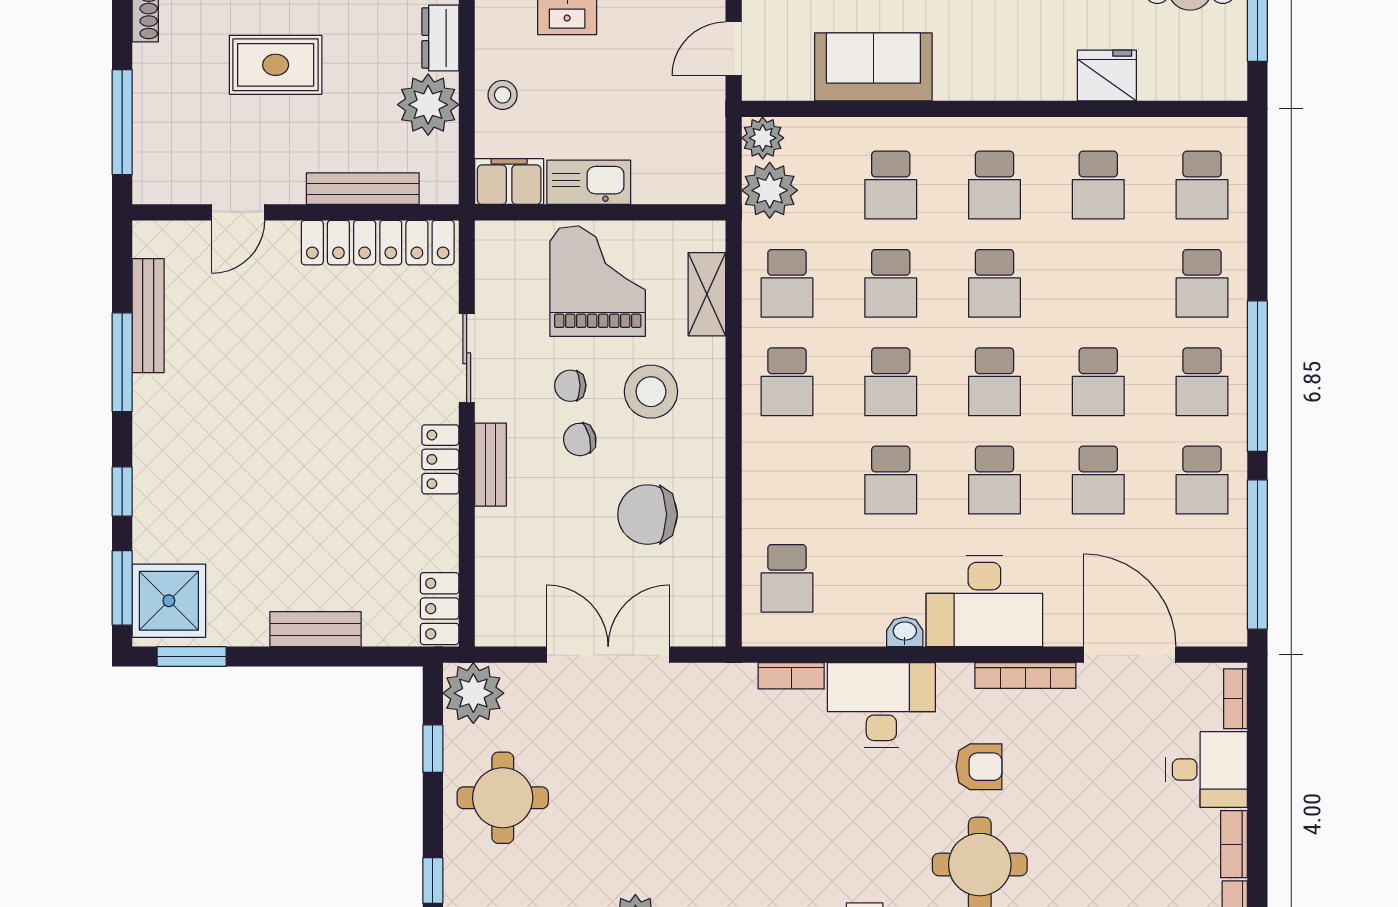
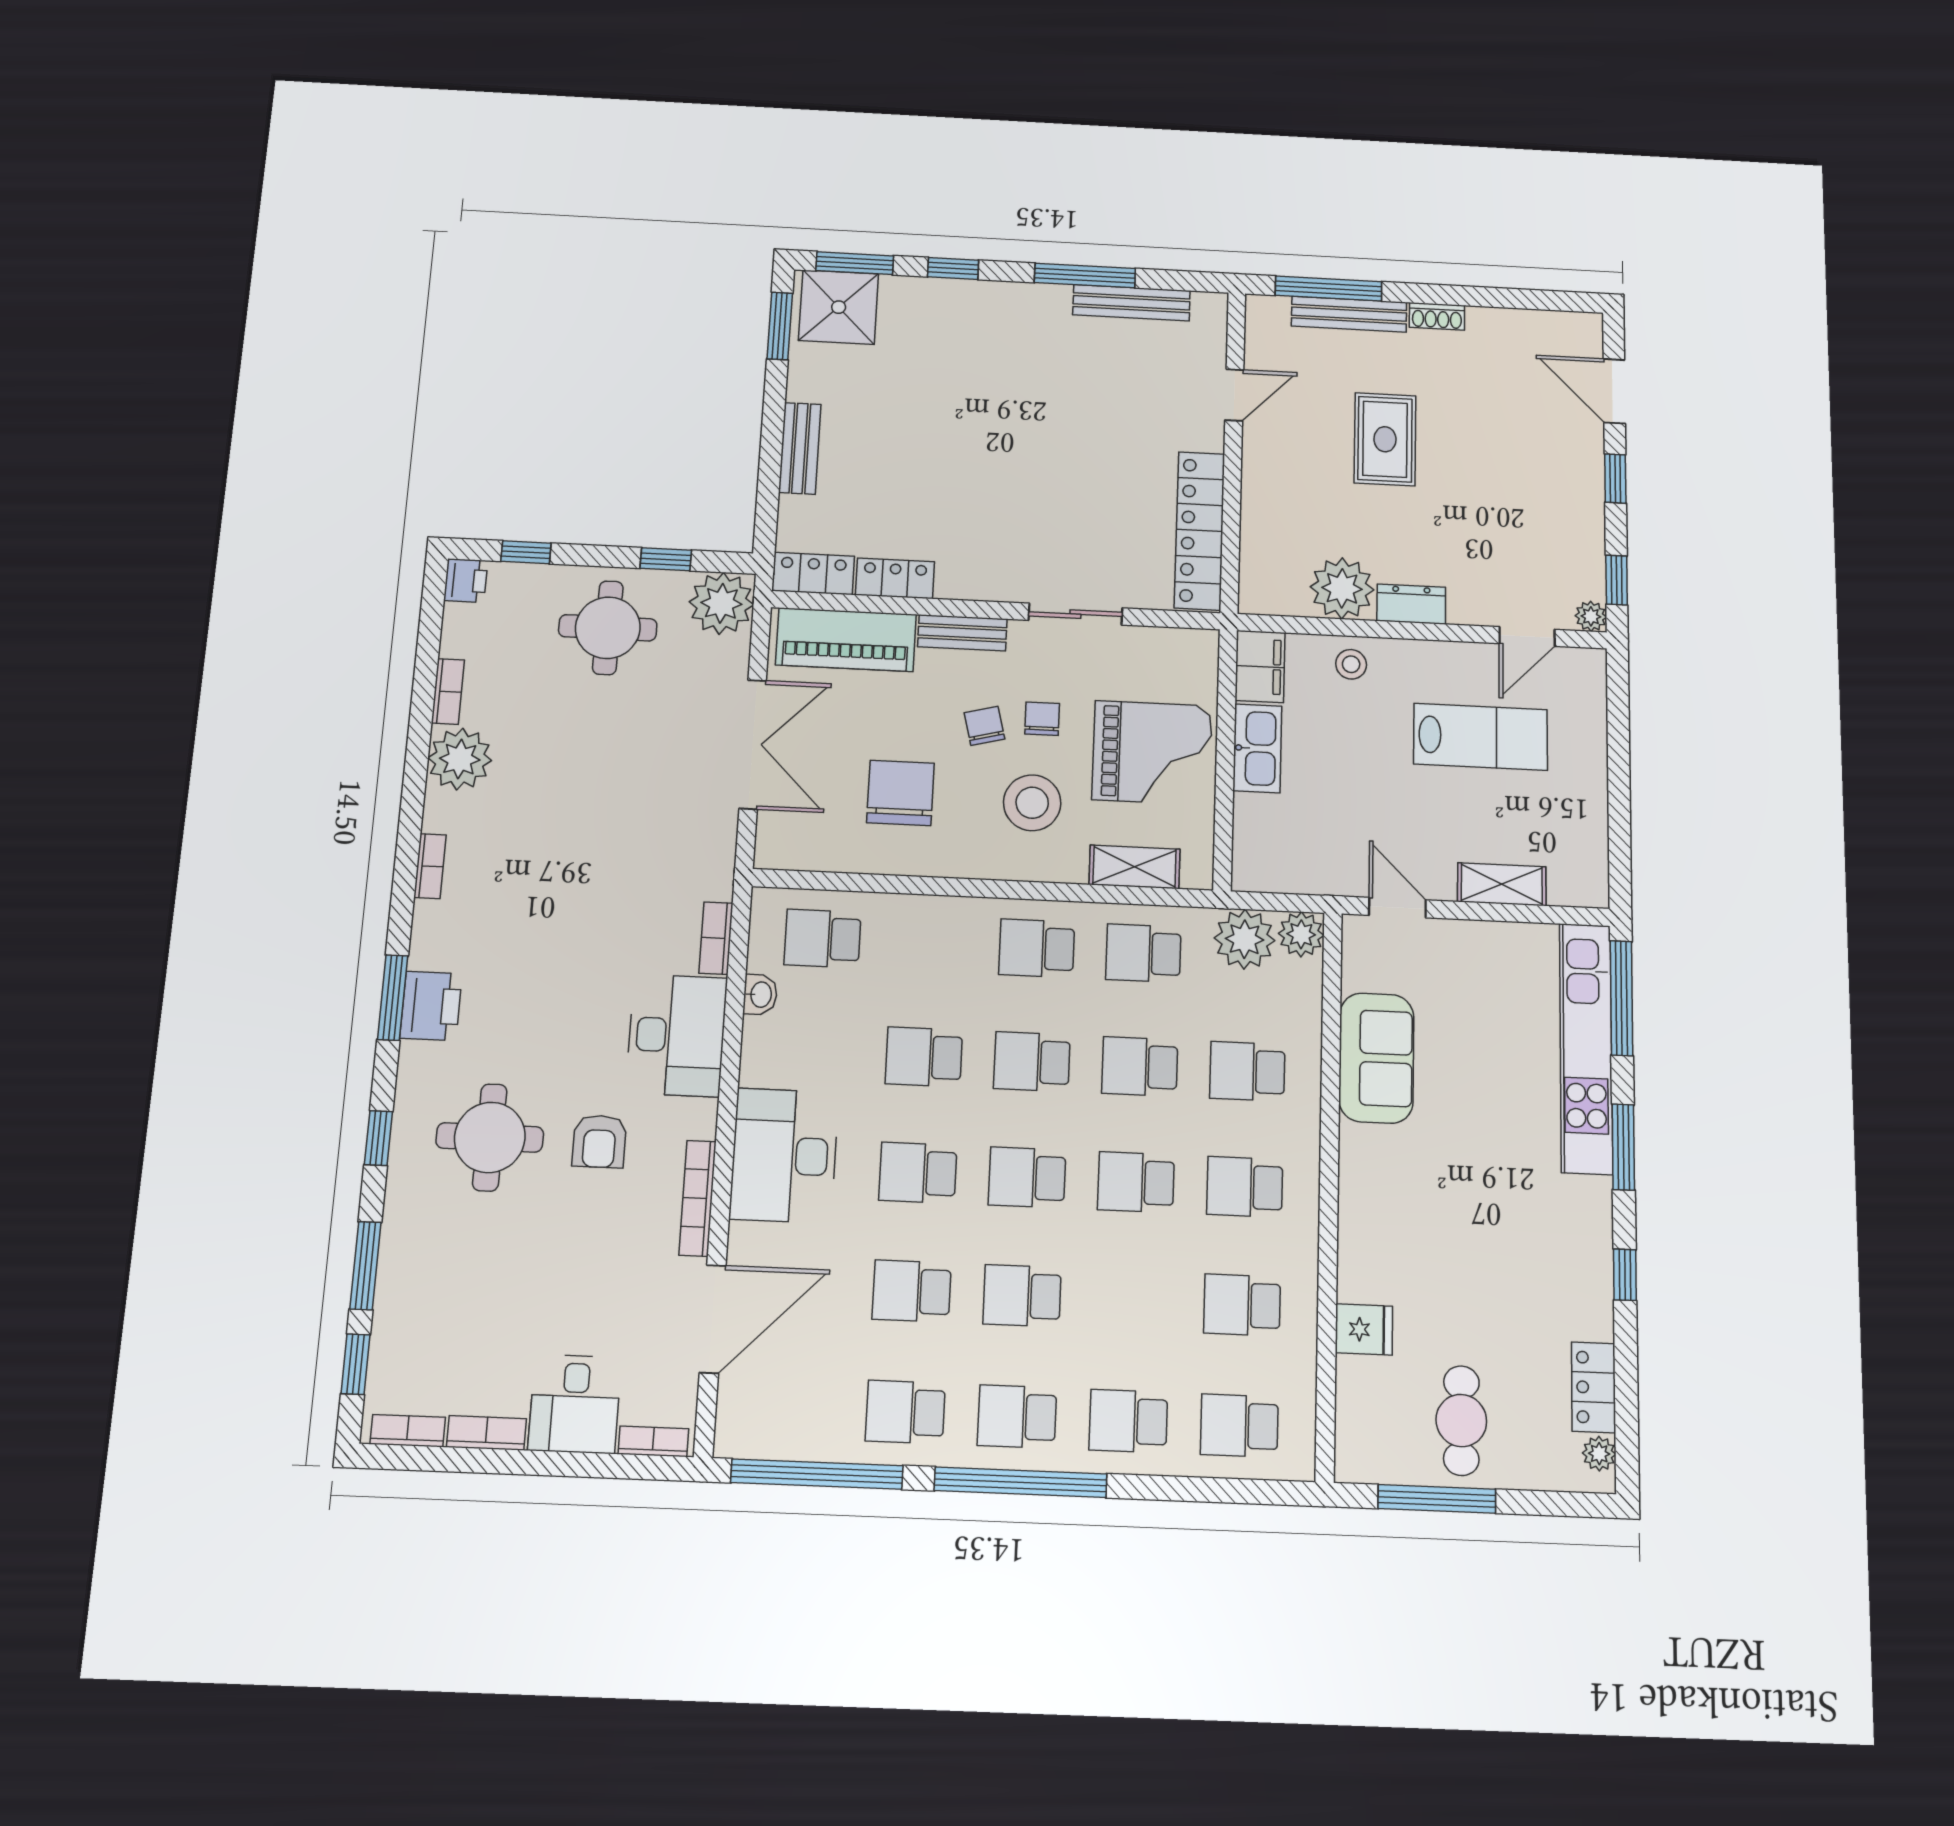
fridge: (1107, 75) -> (1364, 1329), width x0.72
bench: (363, 189) -> (1349, 314), moved, turned 90
door: (238, 212) -> (1234, 395), swing flipped
locker: (440, 459) -> (895, 578), moved
piano: (503, 574) -> (846, 640), added
washbasin: (905, 632) -> (760, 995), moved

